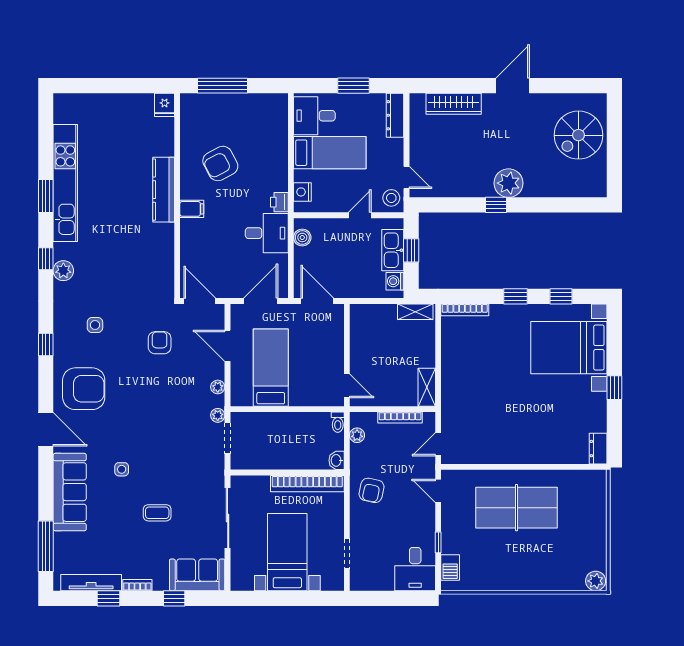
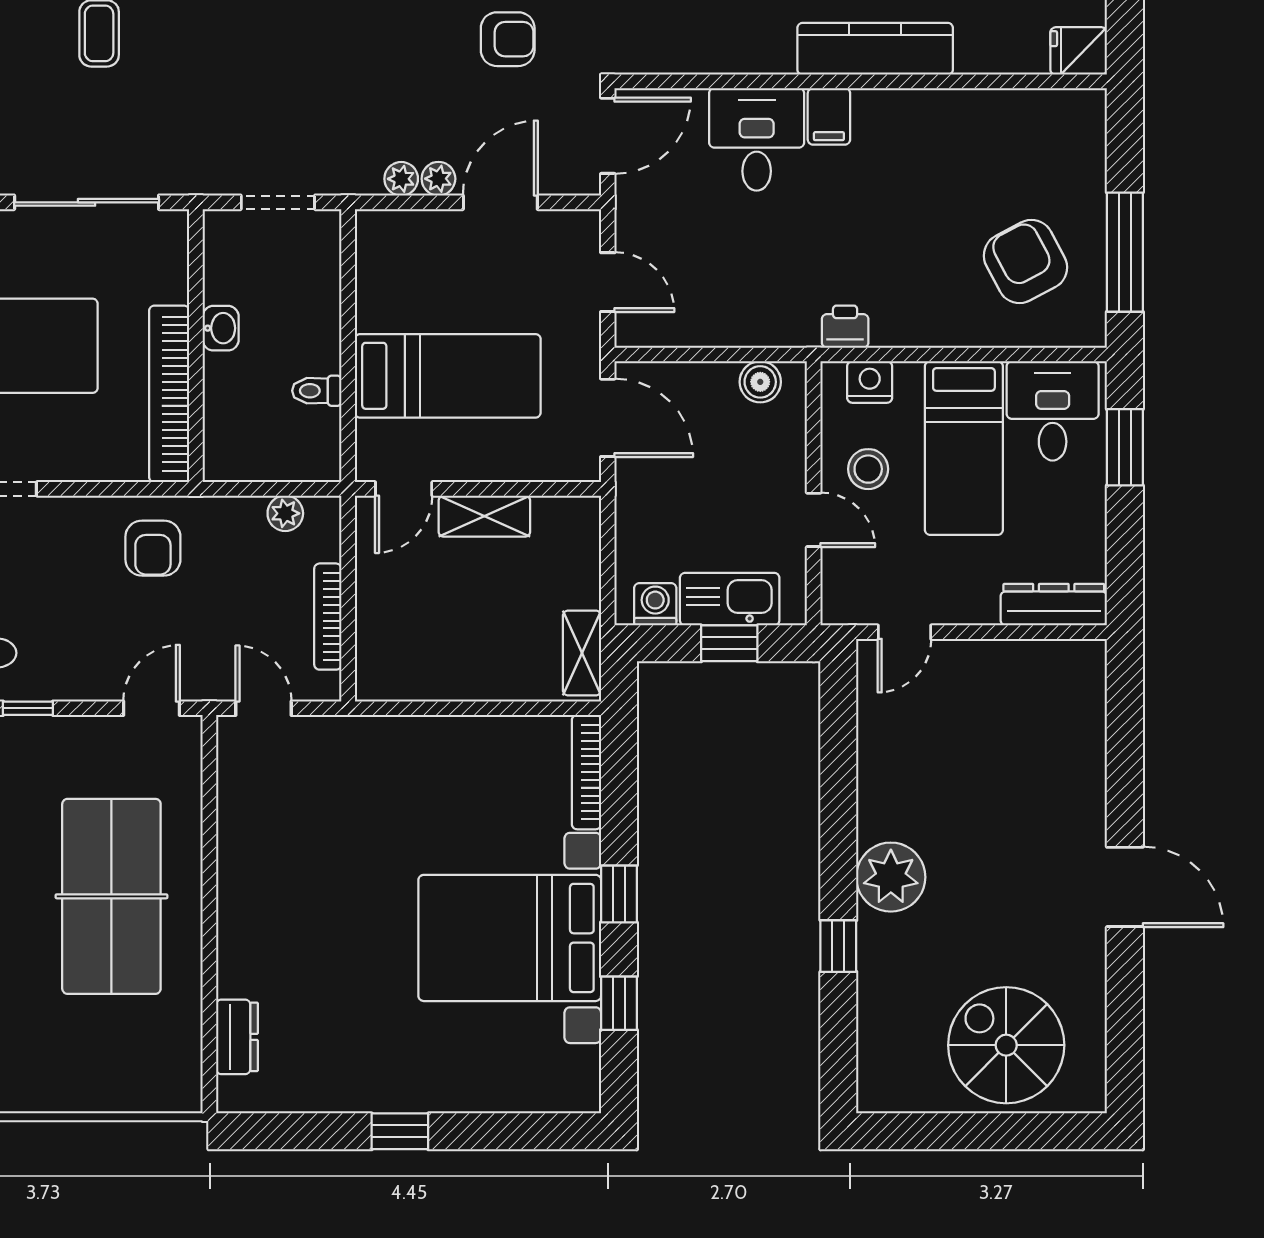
window: (223, 86) -> (1125, 252), moved
window: (353, 86) -> (1125, 447), moved
wardrobe: (454, 104) -> (1081, 745), removed
armchair: (220, 163) -> (1025, 262), moved
stool: (391, 198) -> (868, 469), moved
window: (496, 205) -> (838, 946), moved
desk: (267, 233) -> (757, 139), moved, turned 180
door: (261, 301) -> (608, 282), width x0.73
door: (317, 301) -> (608, 418), hinge flipped
bed with nightstands: (569, 348) -> (510, 938), moved, turned -90
bed: (271, 368) -> (448, 376), moved
shelving: (427, 387) -> (484, 516), moved
plant: (218, 415) -> (438, 179), moved
toilet: (338, 422) -> (317, 391), moved
dresser: (598, 449) -> (237, 1037), moved, turned 90
washbasin: (337, 460) -> (221, 328), moved, turned 90
armchair: (372, 490) -> (153, 548), turned -102

